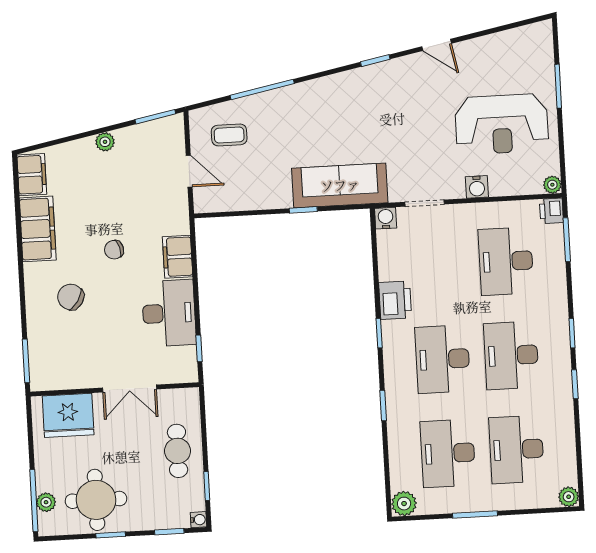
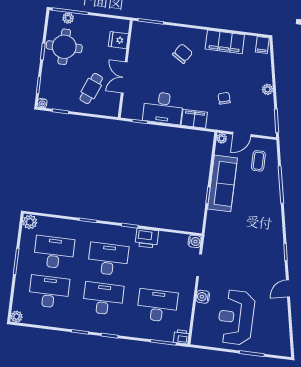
filing cabinet: (32, 175) -> (262, 45), width x0.50
sofa: (340, 185) -> (222, 183), moved
plant: (552, 185) -> (222, 138), moved
chair: (114, 250) -> (224, 98), moved
fridge: (68, 415) -> (118, 40), width x0.53, depth x0.75
cafe table: (178, 451) -> (91, 88), moved, turned -68

